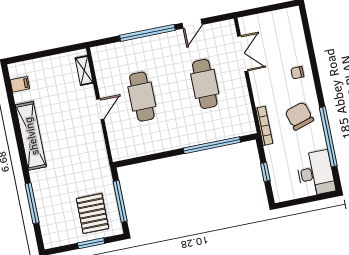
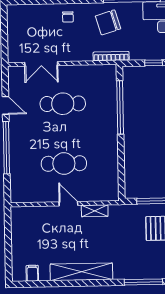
double door: (243, 54) -> (41, 64), swing flipped
shelving: (84, 70) -> (95, 211), moved

